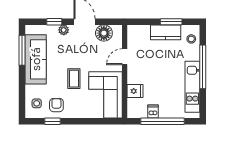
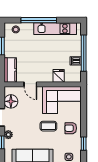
kitchen counter: (166, 32) -> (10, 70), moved
armchair: (56, 105) -> (71, 128), moved

